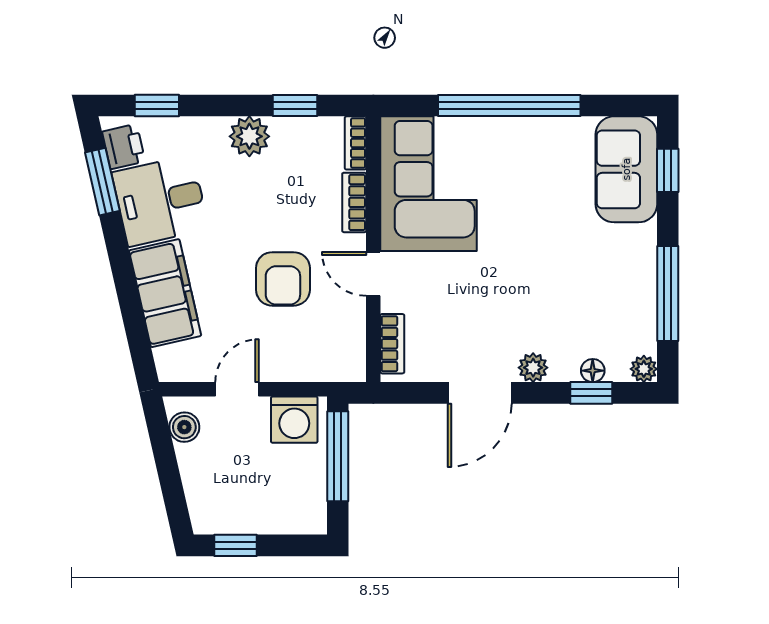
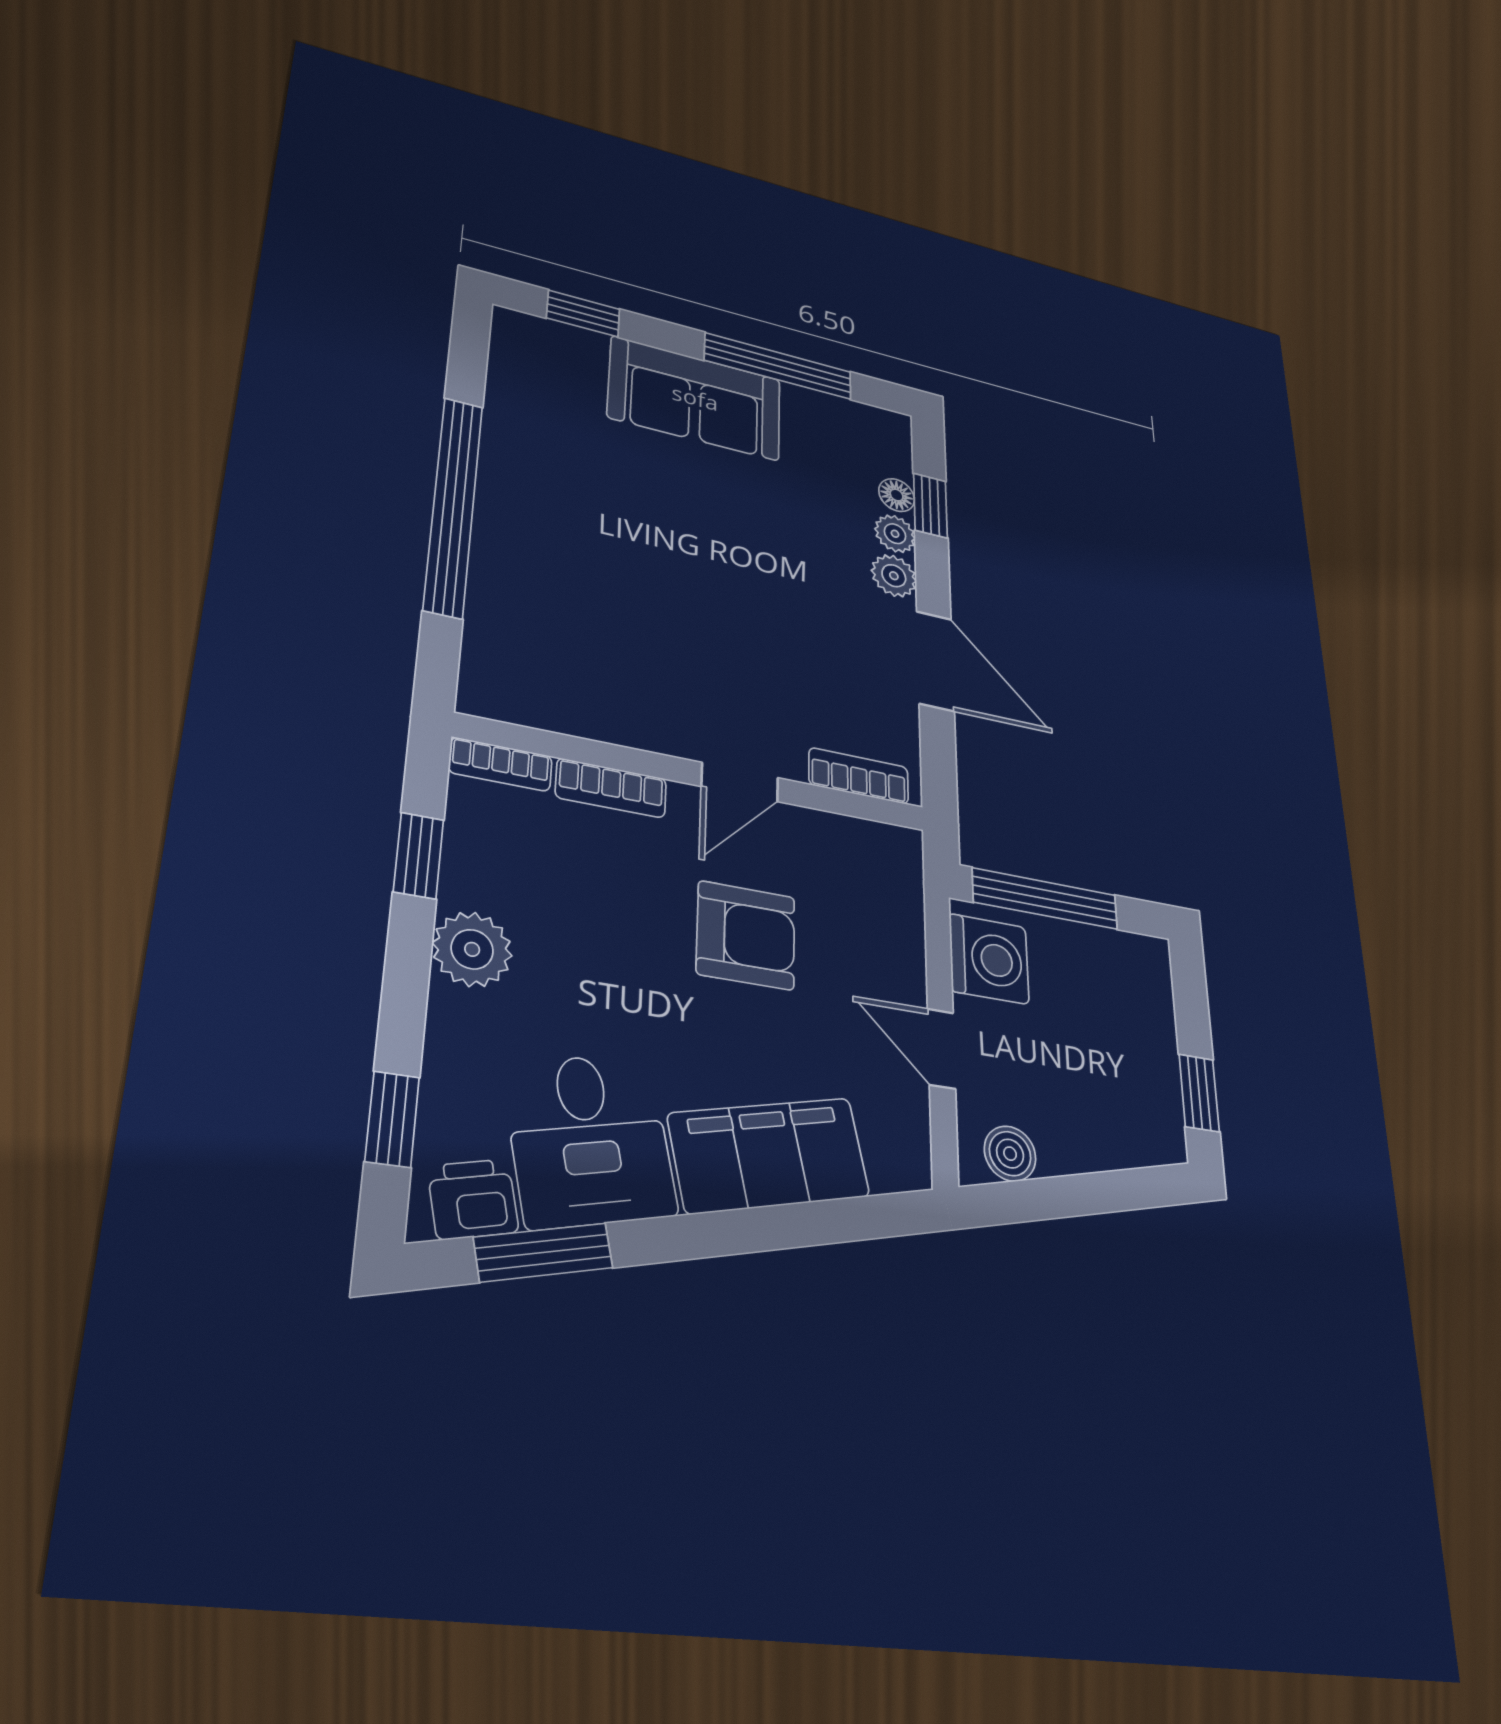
sofa: (626, 169) -> (695, 398), moved
corner sofa: (428, 184) -> (584, 661), removed
plant: (644, 369) -> (895, 534), moved

